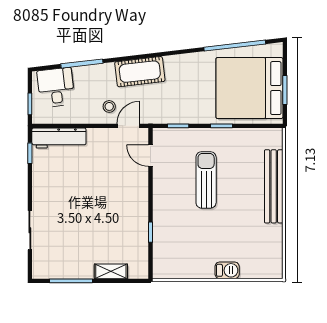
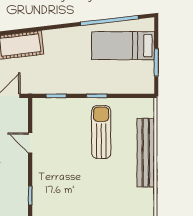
bed: (249, 88) -> (123, 46), width x0.49
door: (150, 156) -> (30, 143), moved
sun lounger: (206, 180) -> (101, 132), moved

